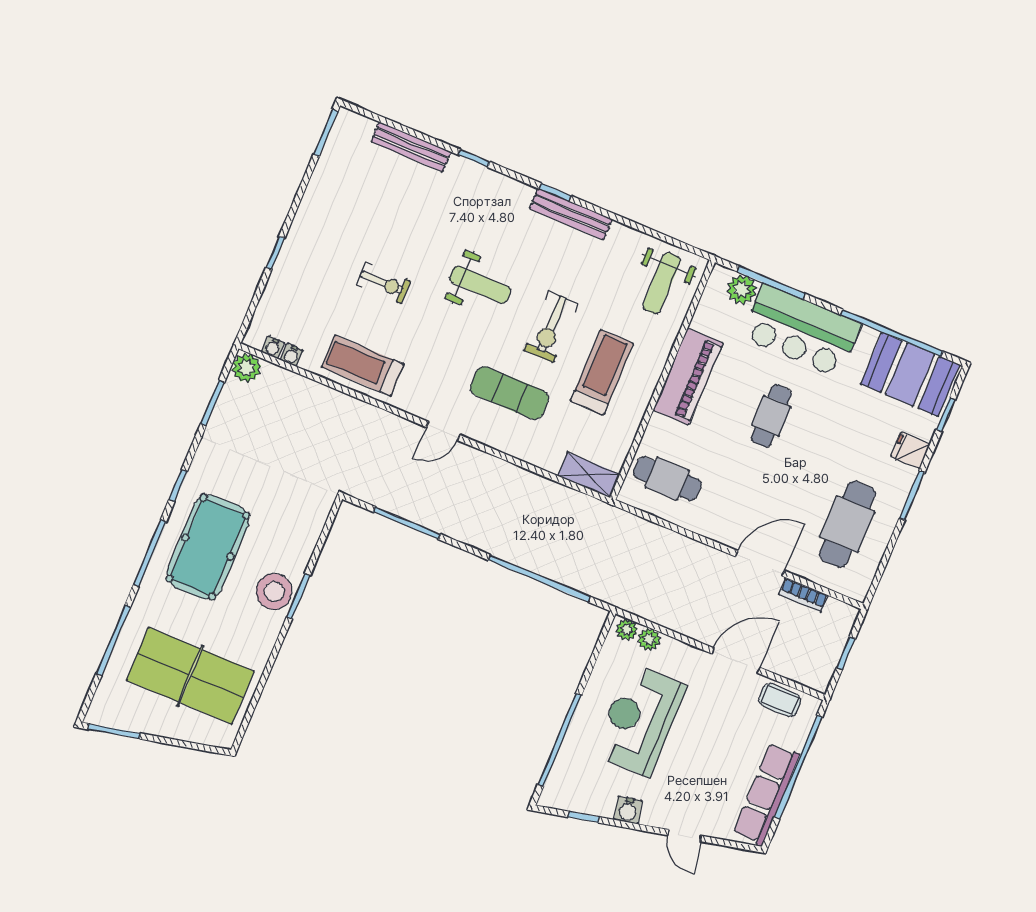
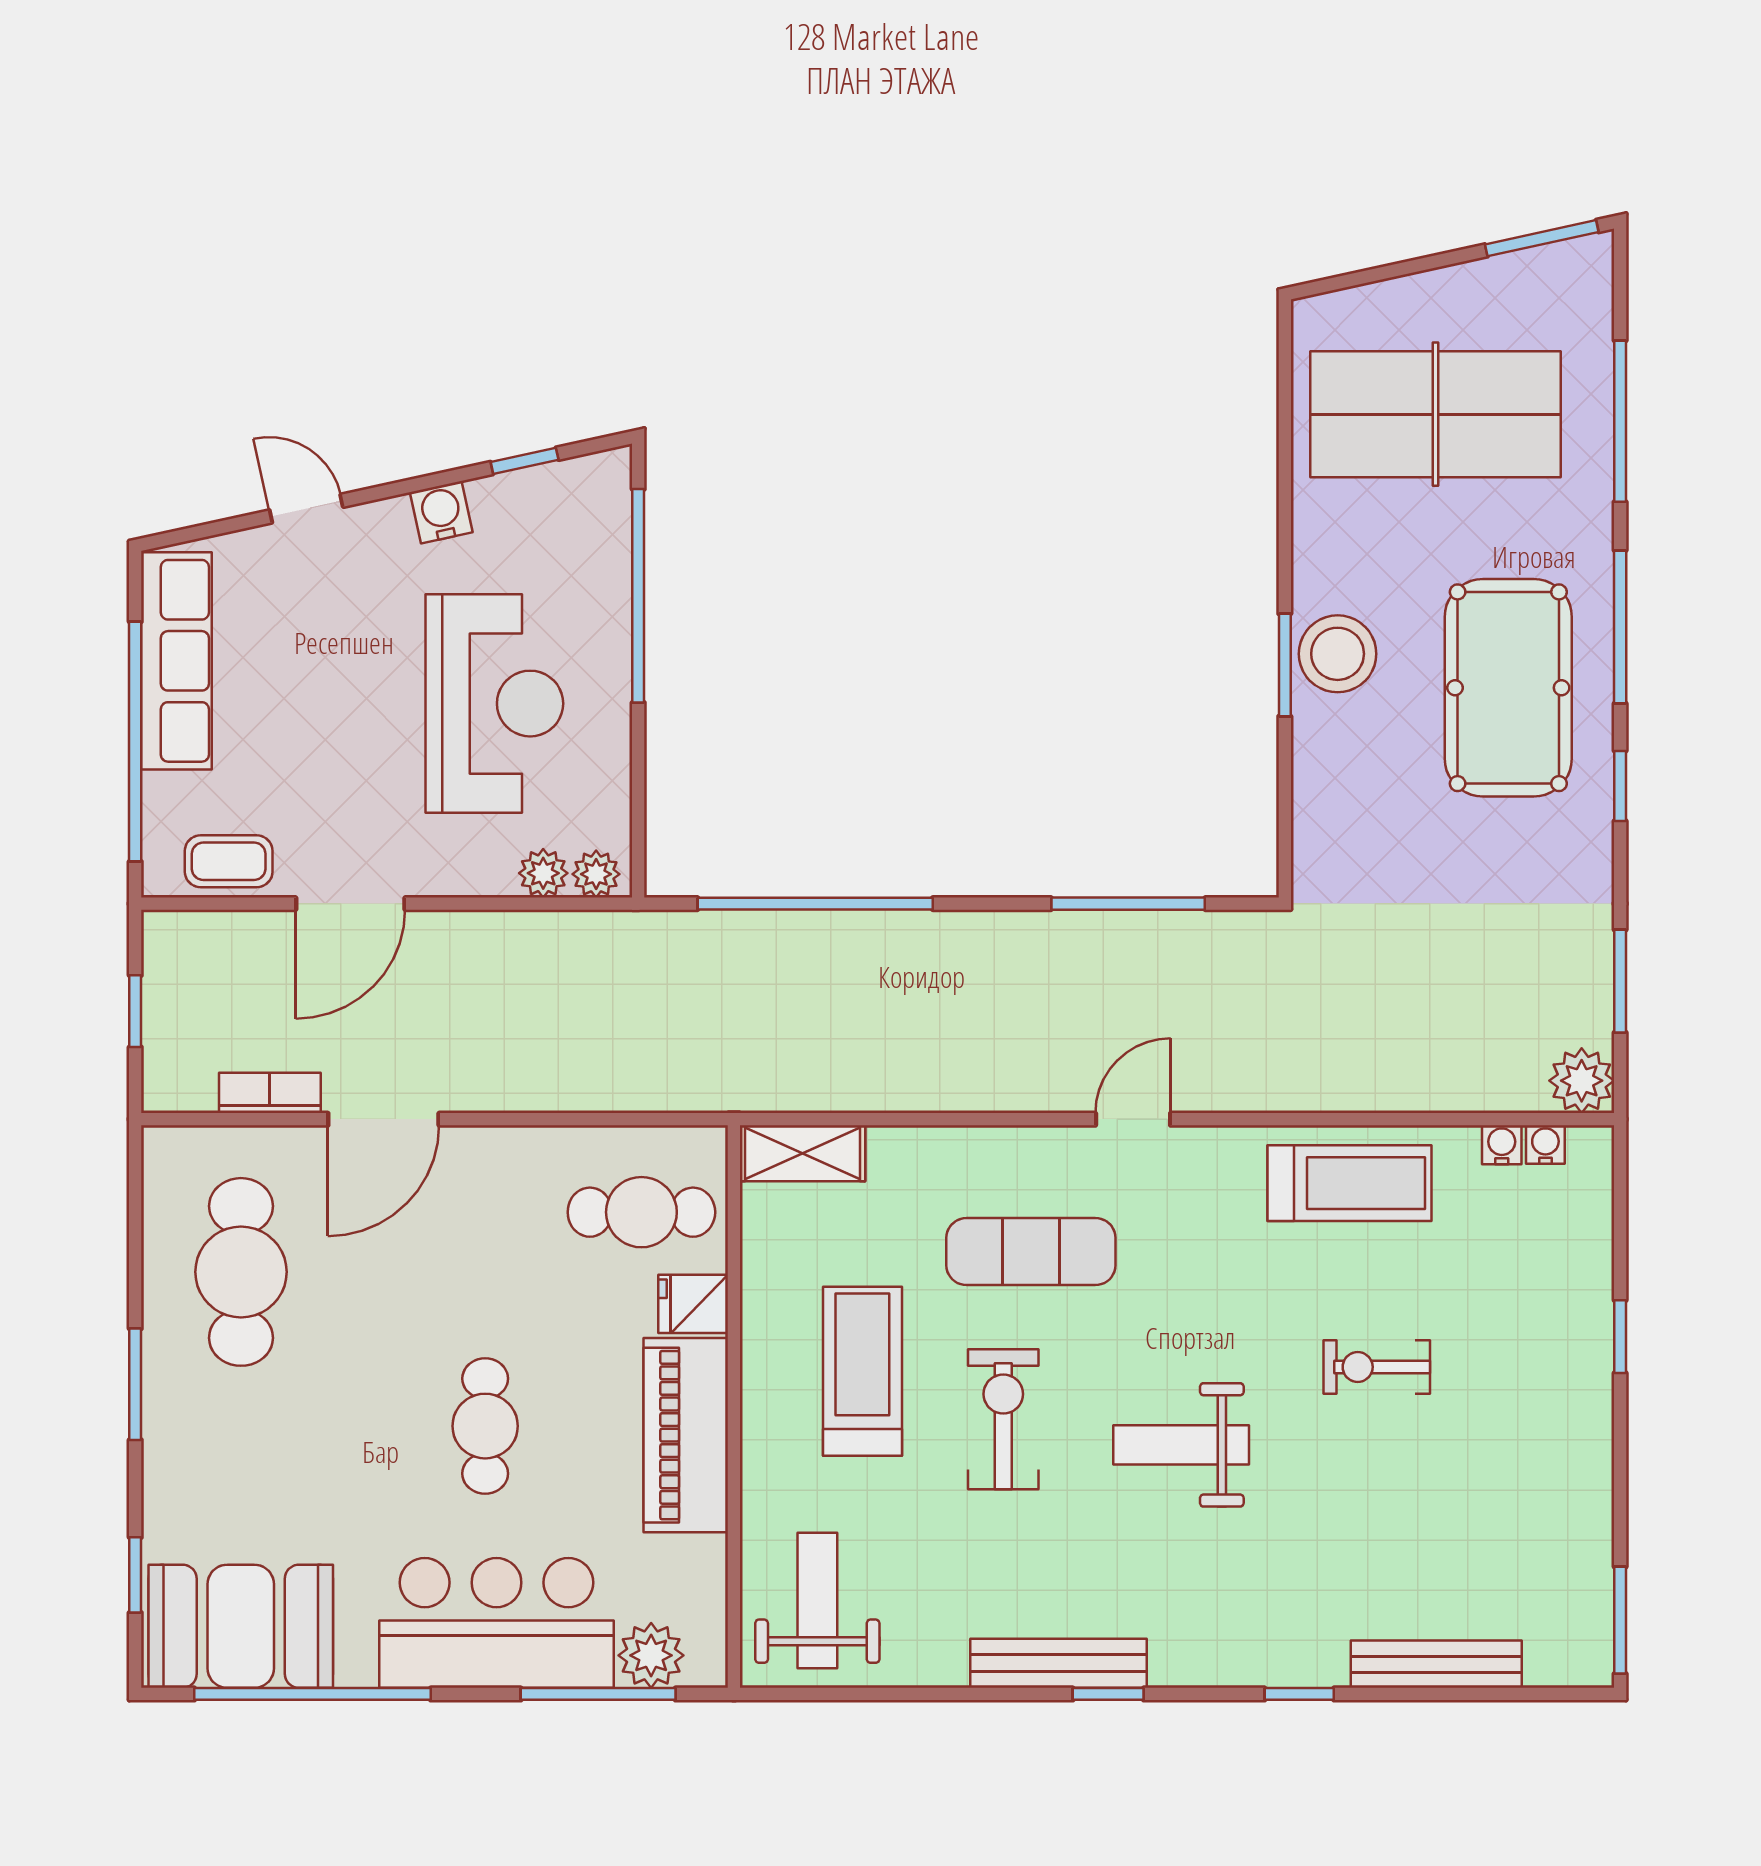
treadmill: (602, 372) -> (862, 1371), turned 180
fridge: (910, 451) -> (693, 1304), moved, turned 180

